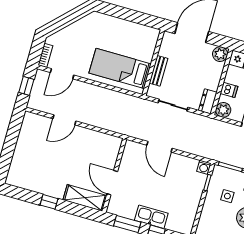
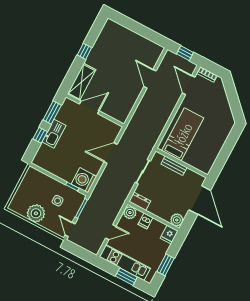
washing machine: (204, 167) -> (84, 180), width x1.89, depth x1.89

